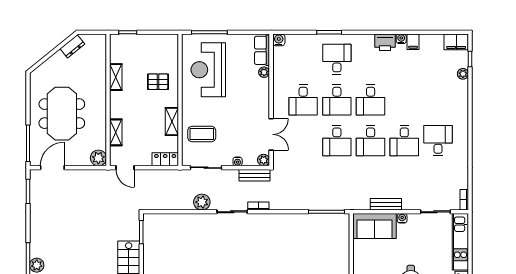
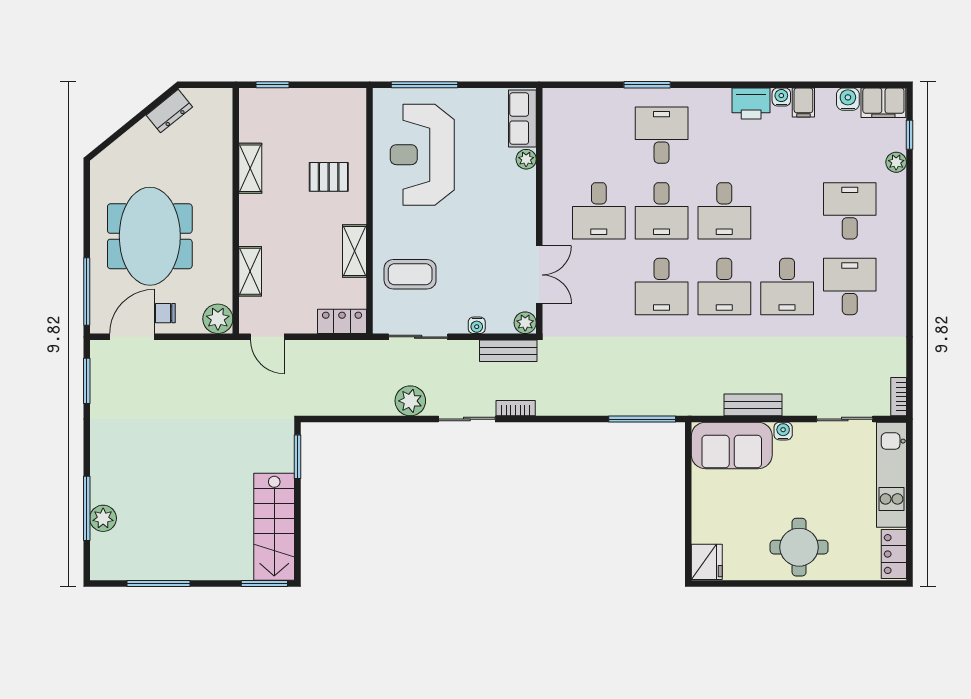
water cooler: (279, 40) -> (848, 99), moved
desk: (438, 100) -> (850, 211), added
chair: (70, 155) -> (165, 313), added

